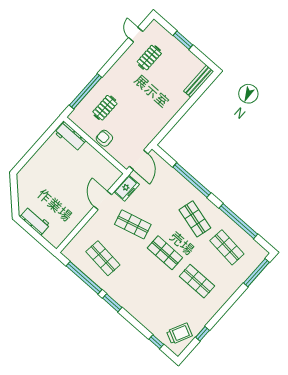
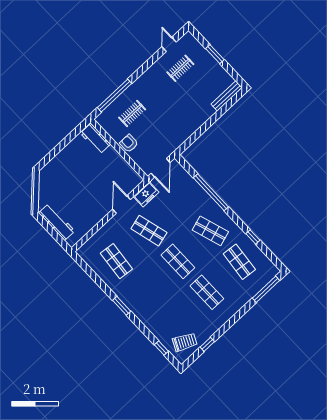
shop shelf: (195, 219) -> (210, 231), turned -33
workbench: (35, 221) -> (57, 222), width x1.38
window: (238, 221) -> (253, 237), width x0.32
window: (84, 278) -> (96, 279), removed

